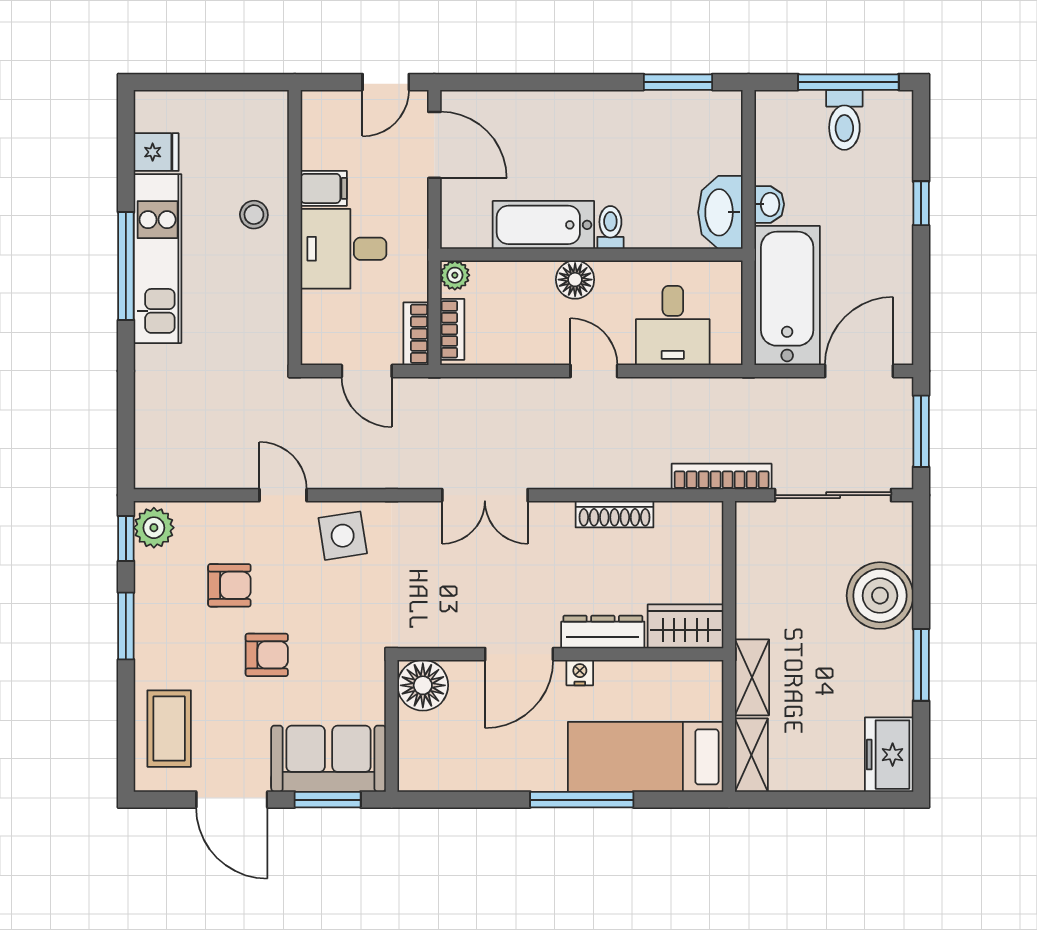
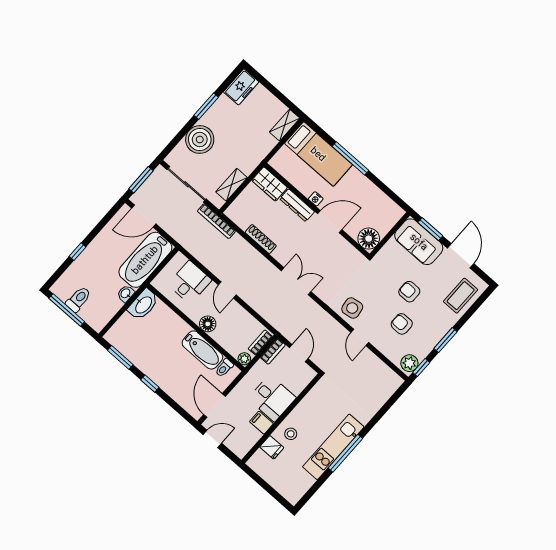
window: (584, 82) -> (150, 384), added
fridge: (156, 152) -> (272, 447), moved, turned 180
toilet: (610, 227) -> (224, 368), moved
shelving: (752, 677) -> (232, 185), moved

